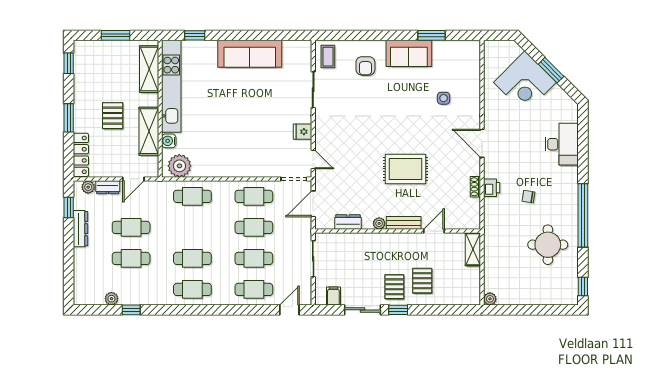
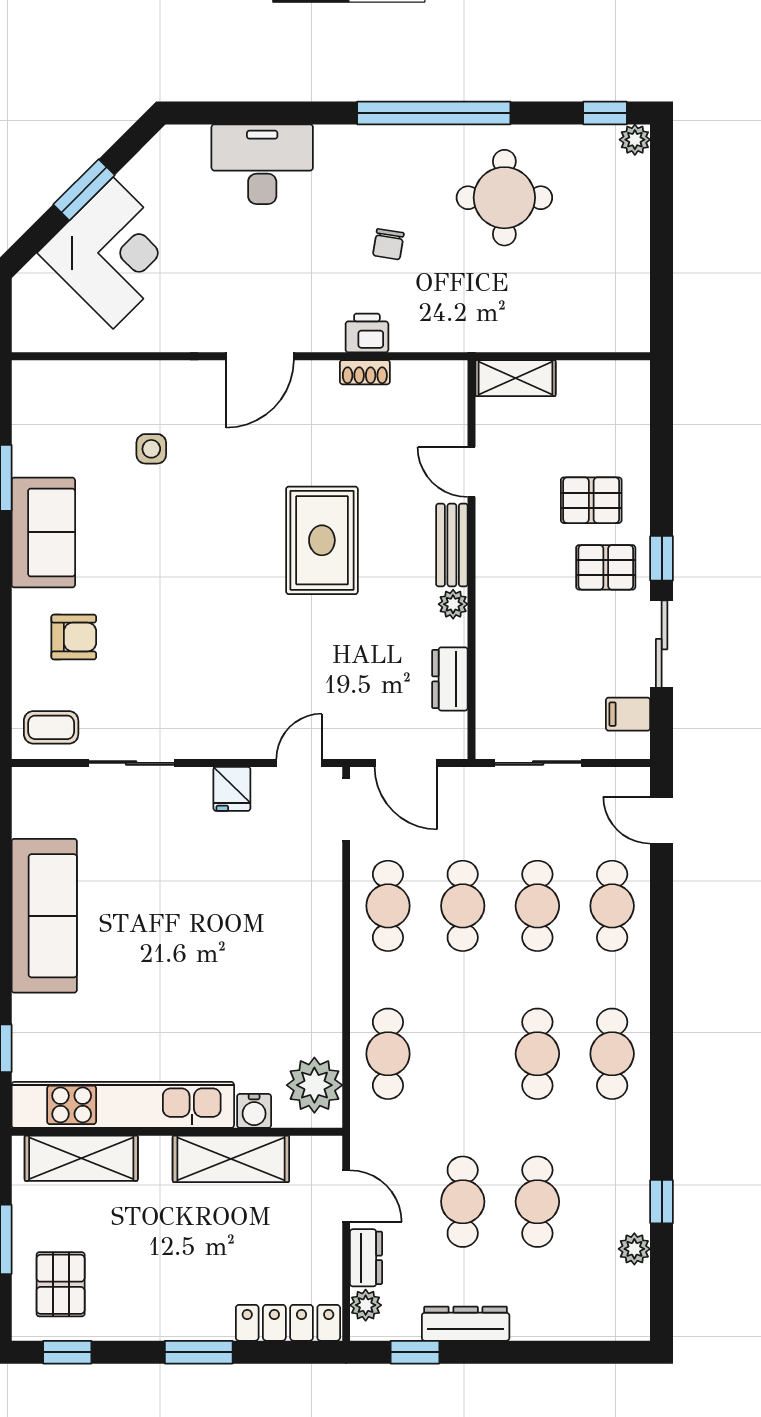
pallet: (113, 116) -> (61, 1284), moved, turned 90
plant: (490, 299) -> (635, 140), moved

